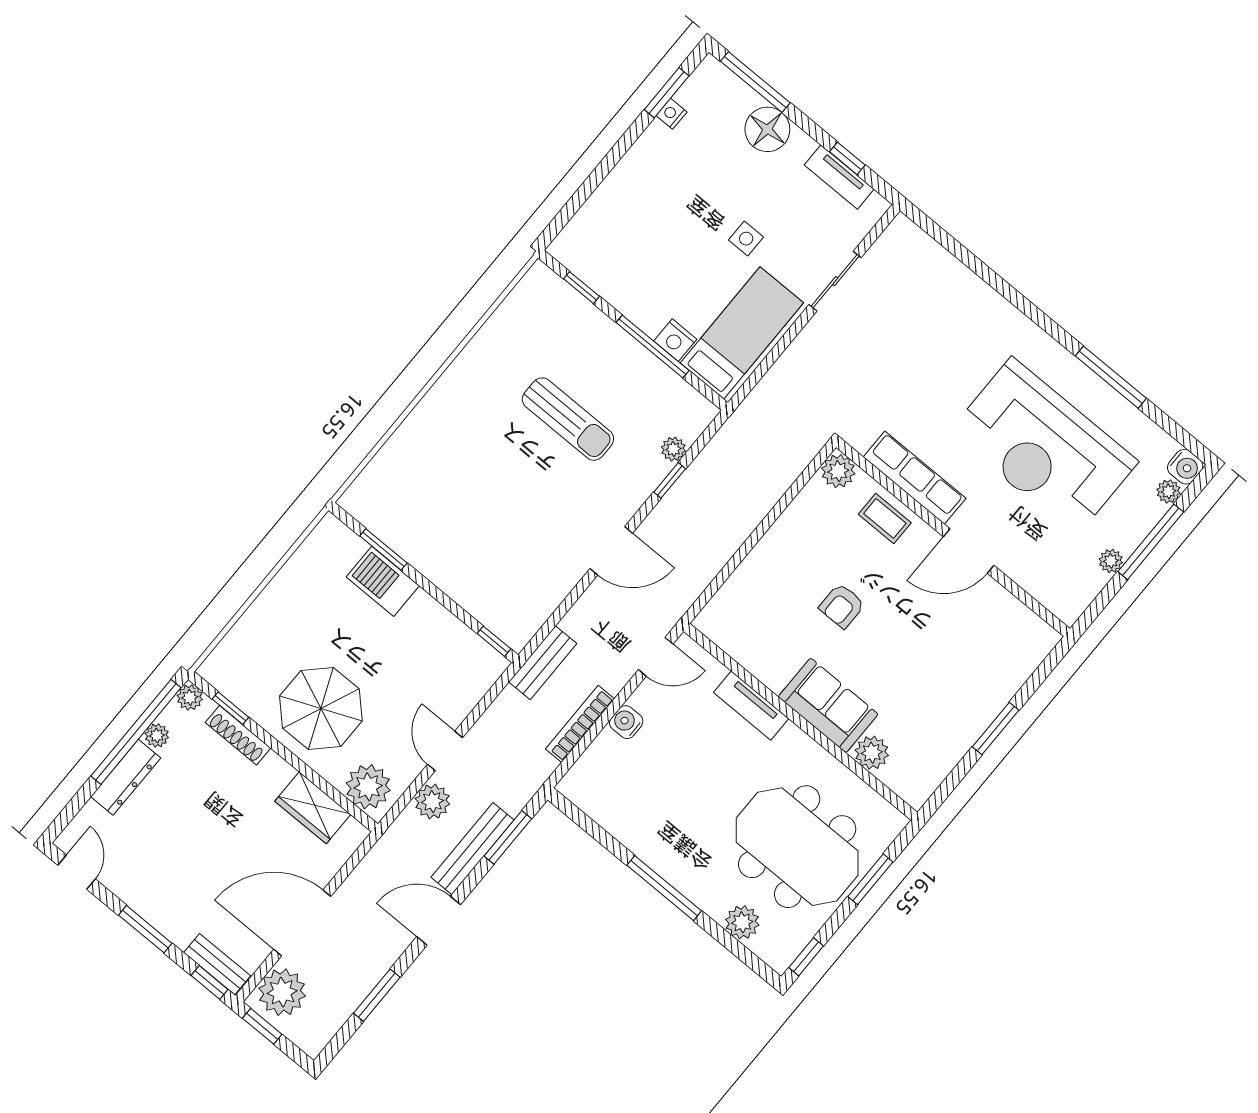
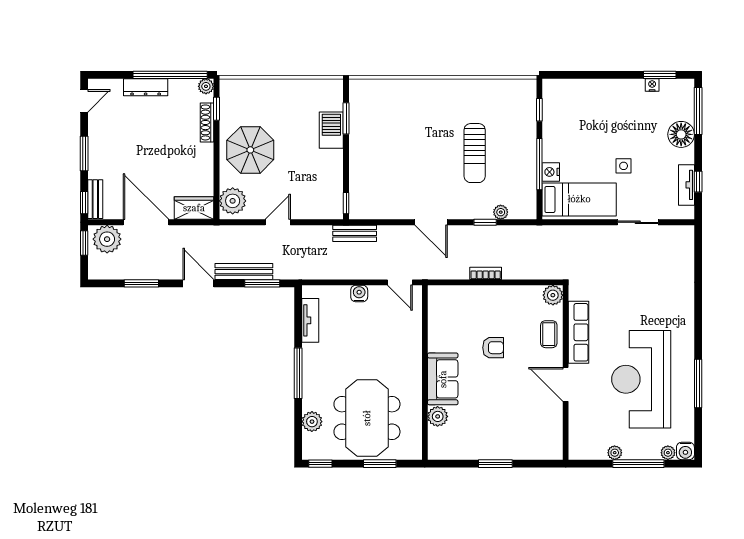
armchair: (842, 606) -> (493, 348), turned 180
tv unit: (751, 706) -> (310, 320), moved, turned 180
bookcase: (580, 724) -> (486, 273), moved, width x0.64
plant: (157, 736) -> (176, 86), removed
plant: (432, 801) -> (250, 236), removed
wardrobe: (313, 808) -> (194, 208), moved, turned 90

